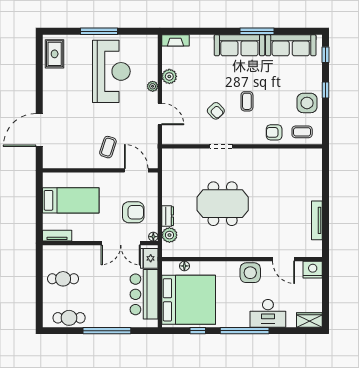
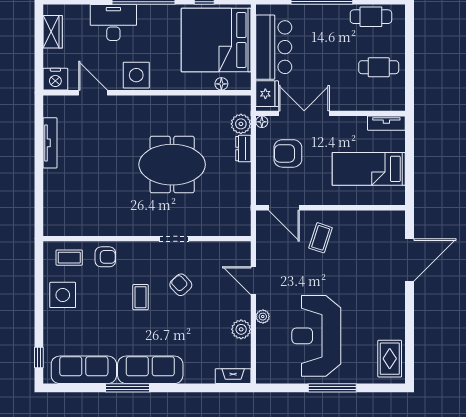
window: (325, 90) -> (39, 312), removed
wardrobe: (309, 320) -> (53, 32), moved, turned -90

